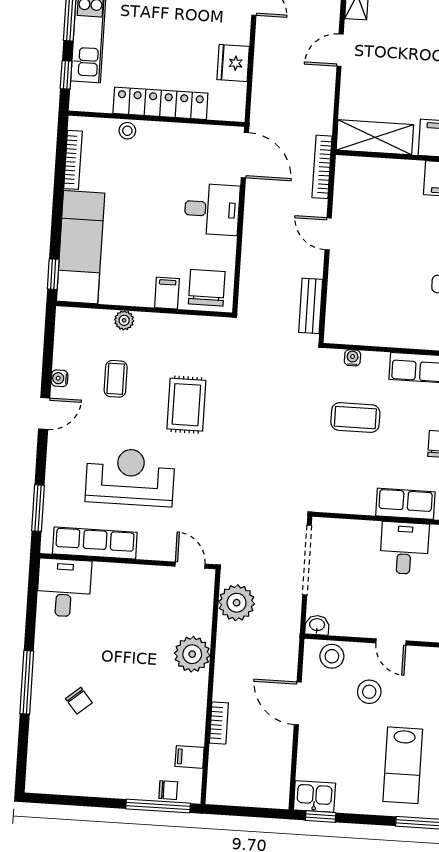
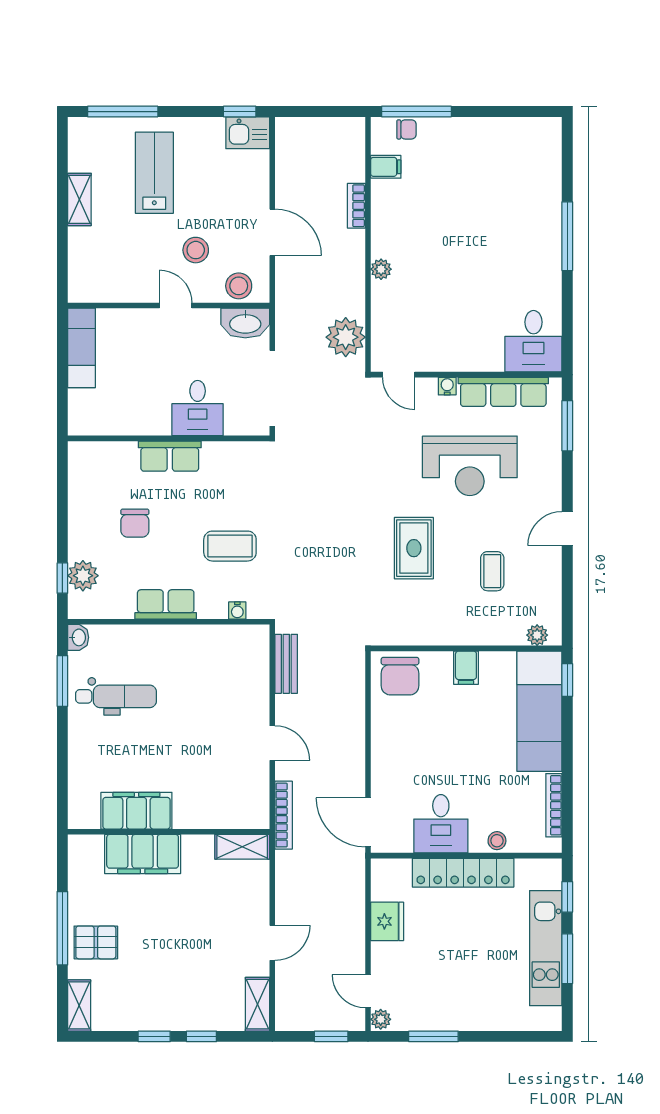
shelving: (375, 137) -> (242, 847), width x0.67, depth x0.75
desk: (212, 209) -> (441, 824), moved, turned -90
filing cabinet: (167, 293) -> (466, 668), moved
plant: (124, 320) -> (537, 635), moved
water cooler: (59, 378) -> (447, 386), moved, turned -90
desk: (404, 548) -> (198, 408), moved
washbasin: (317, 625) -> (245, 323), width x1.91, depth x1.45
plant: (192, 654) -> (381, 269), width x0.53, depth x0.53
chair: (79, 701) -> (510, 220), removed
chair: (168, 790) -> (407, 129), turned 180

